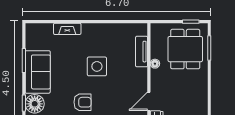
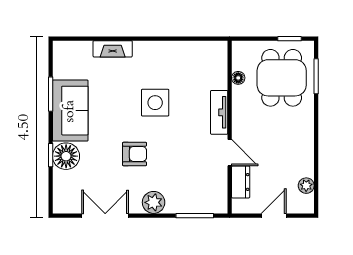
tv unit: (142, 52) -> (219, 112), moved
floor lamp: (155, 64) -> (238, 78), moved
door: (149, 101) -> (230, 153), swing flipped

